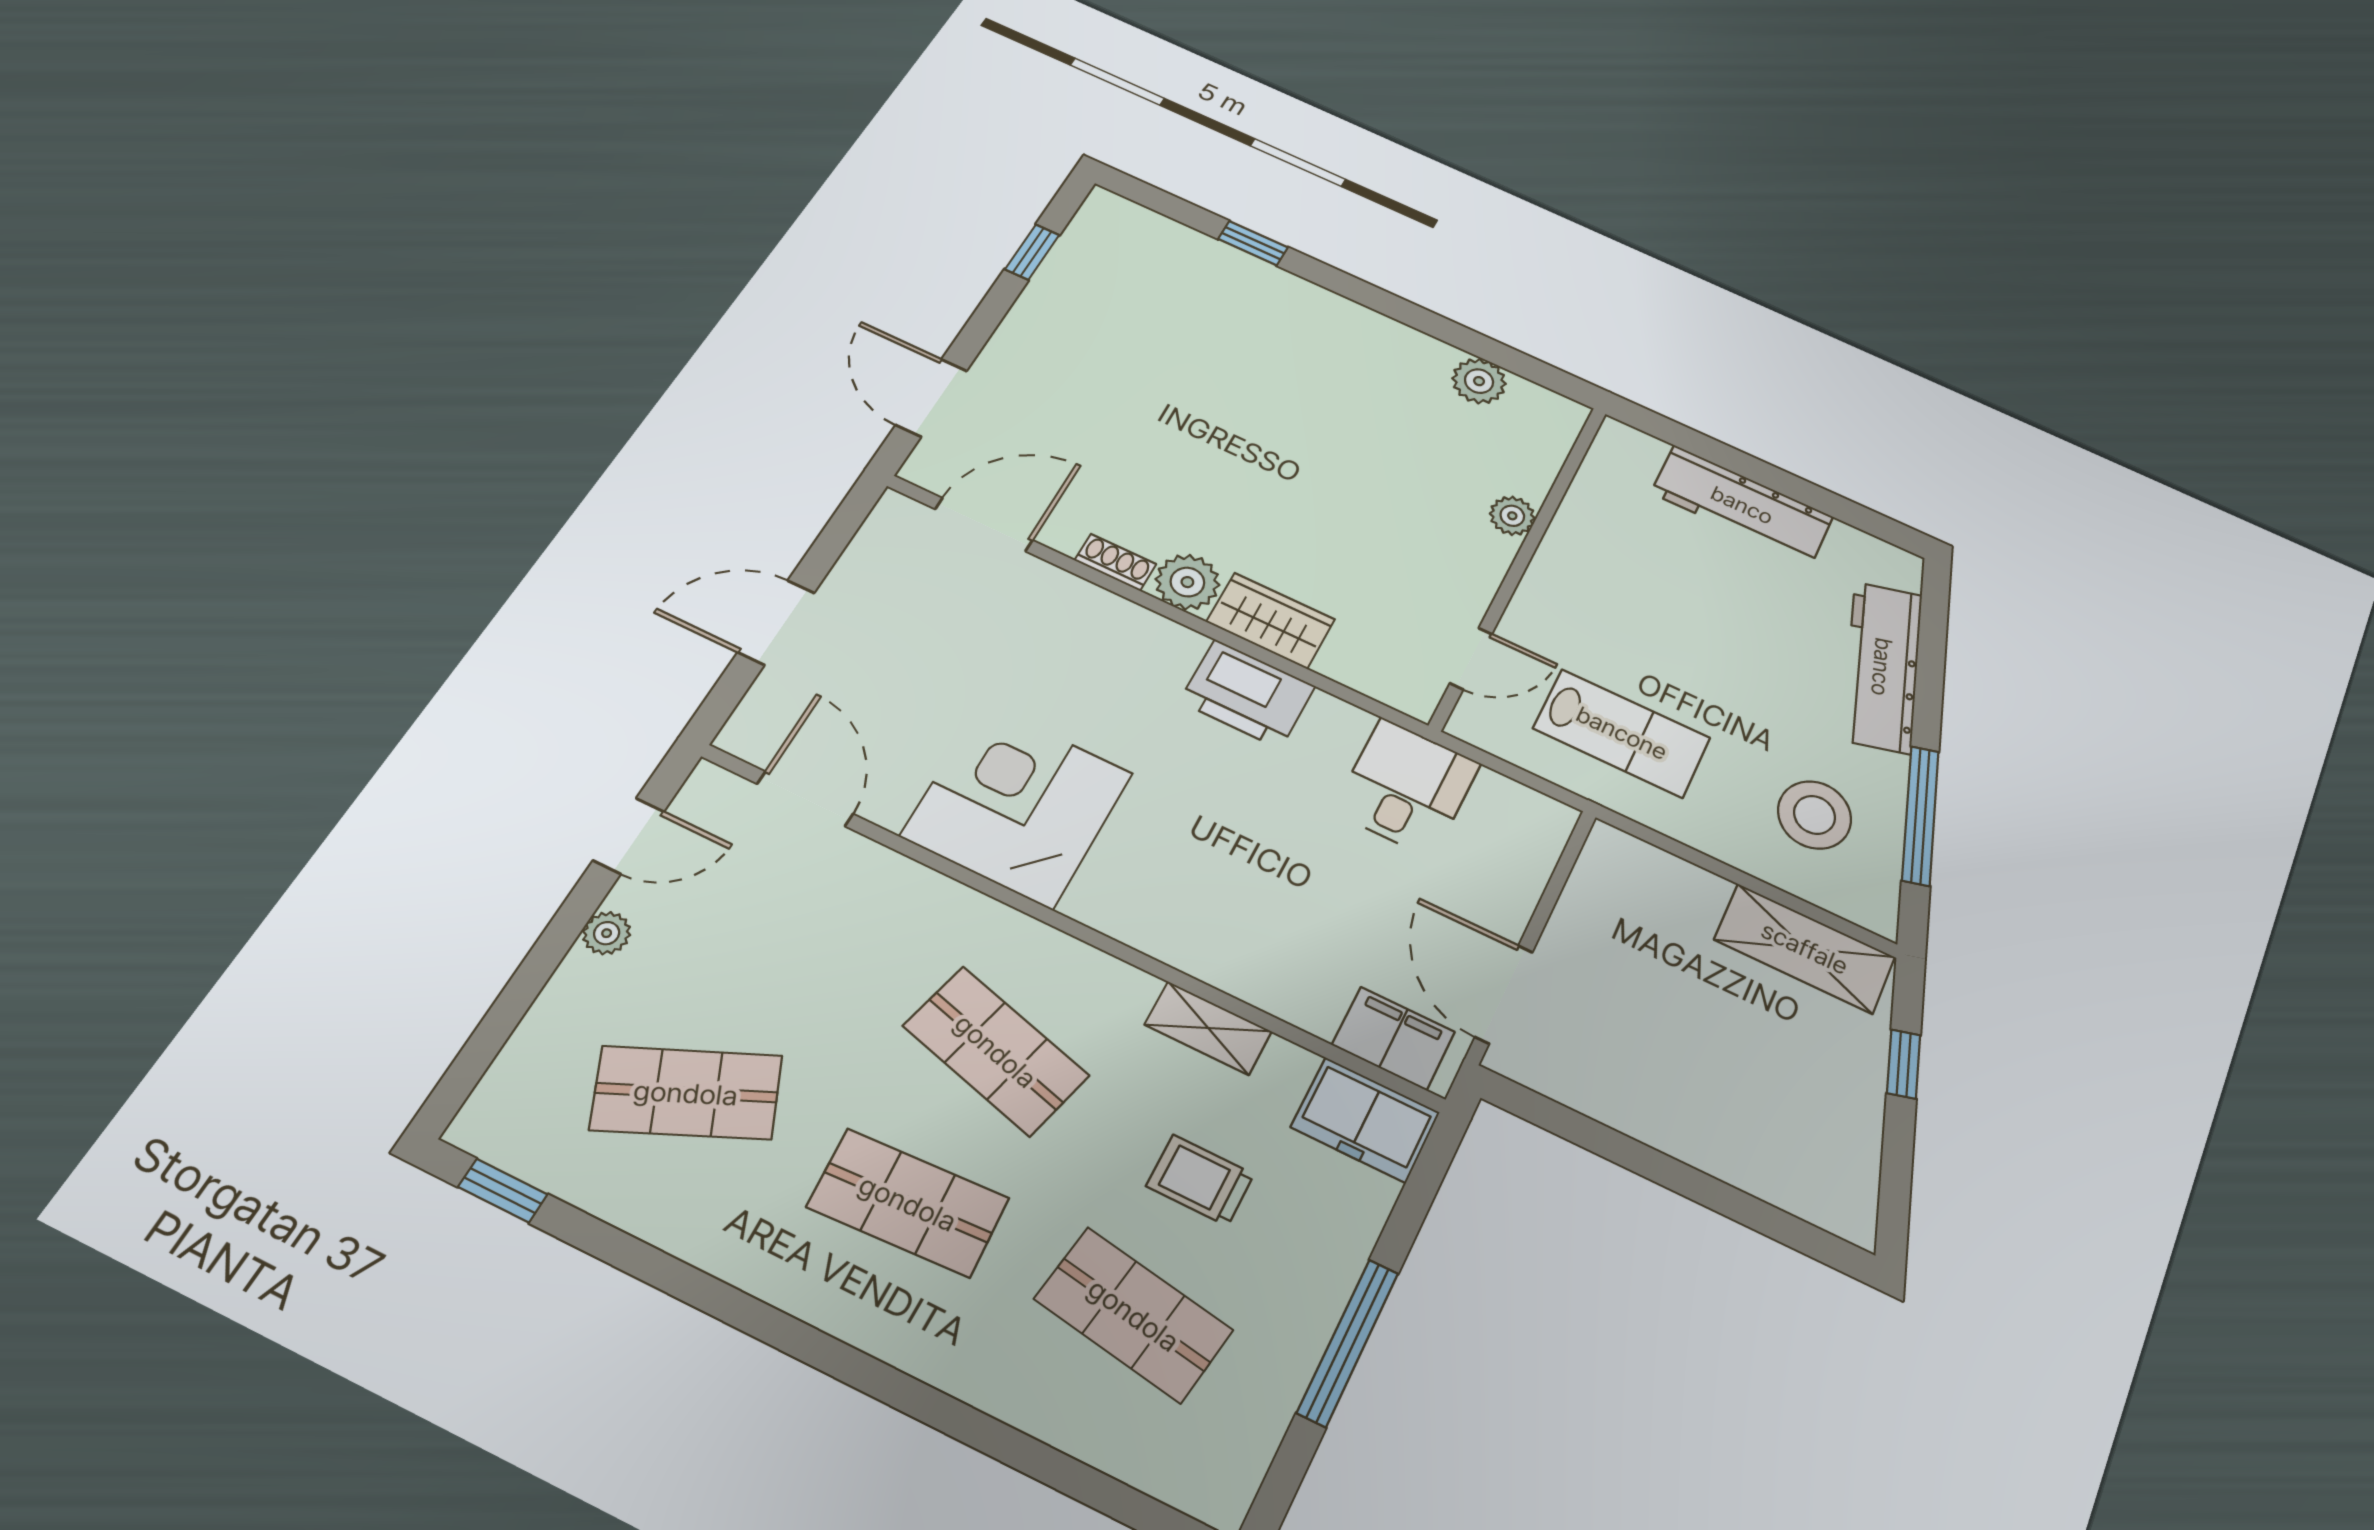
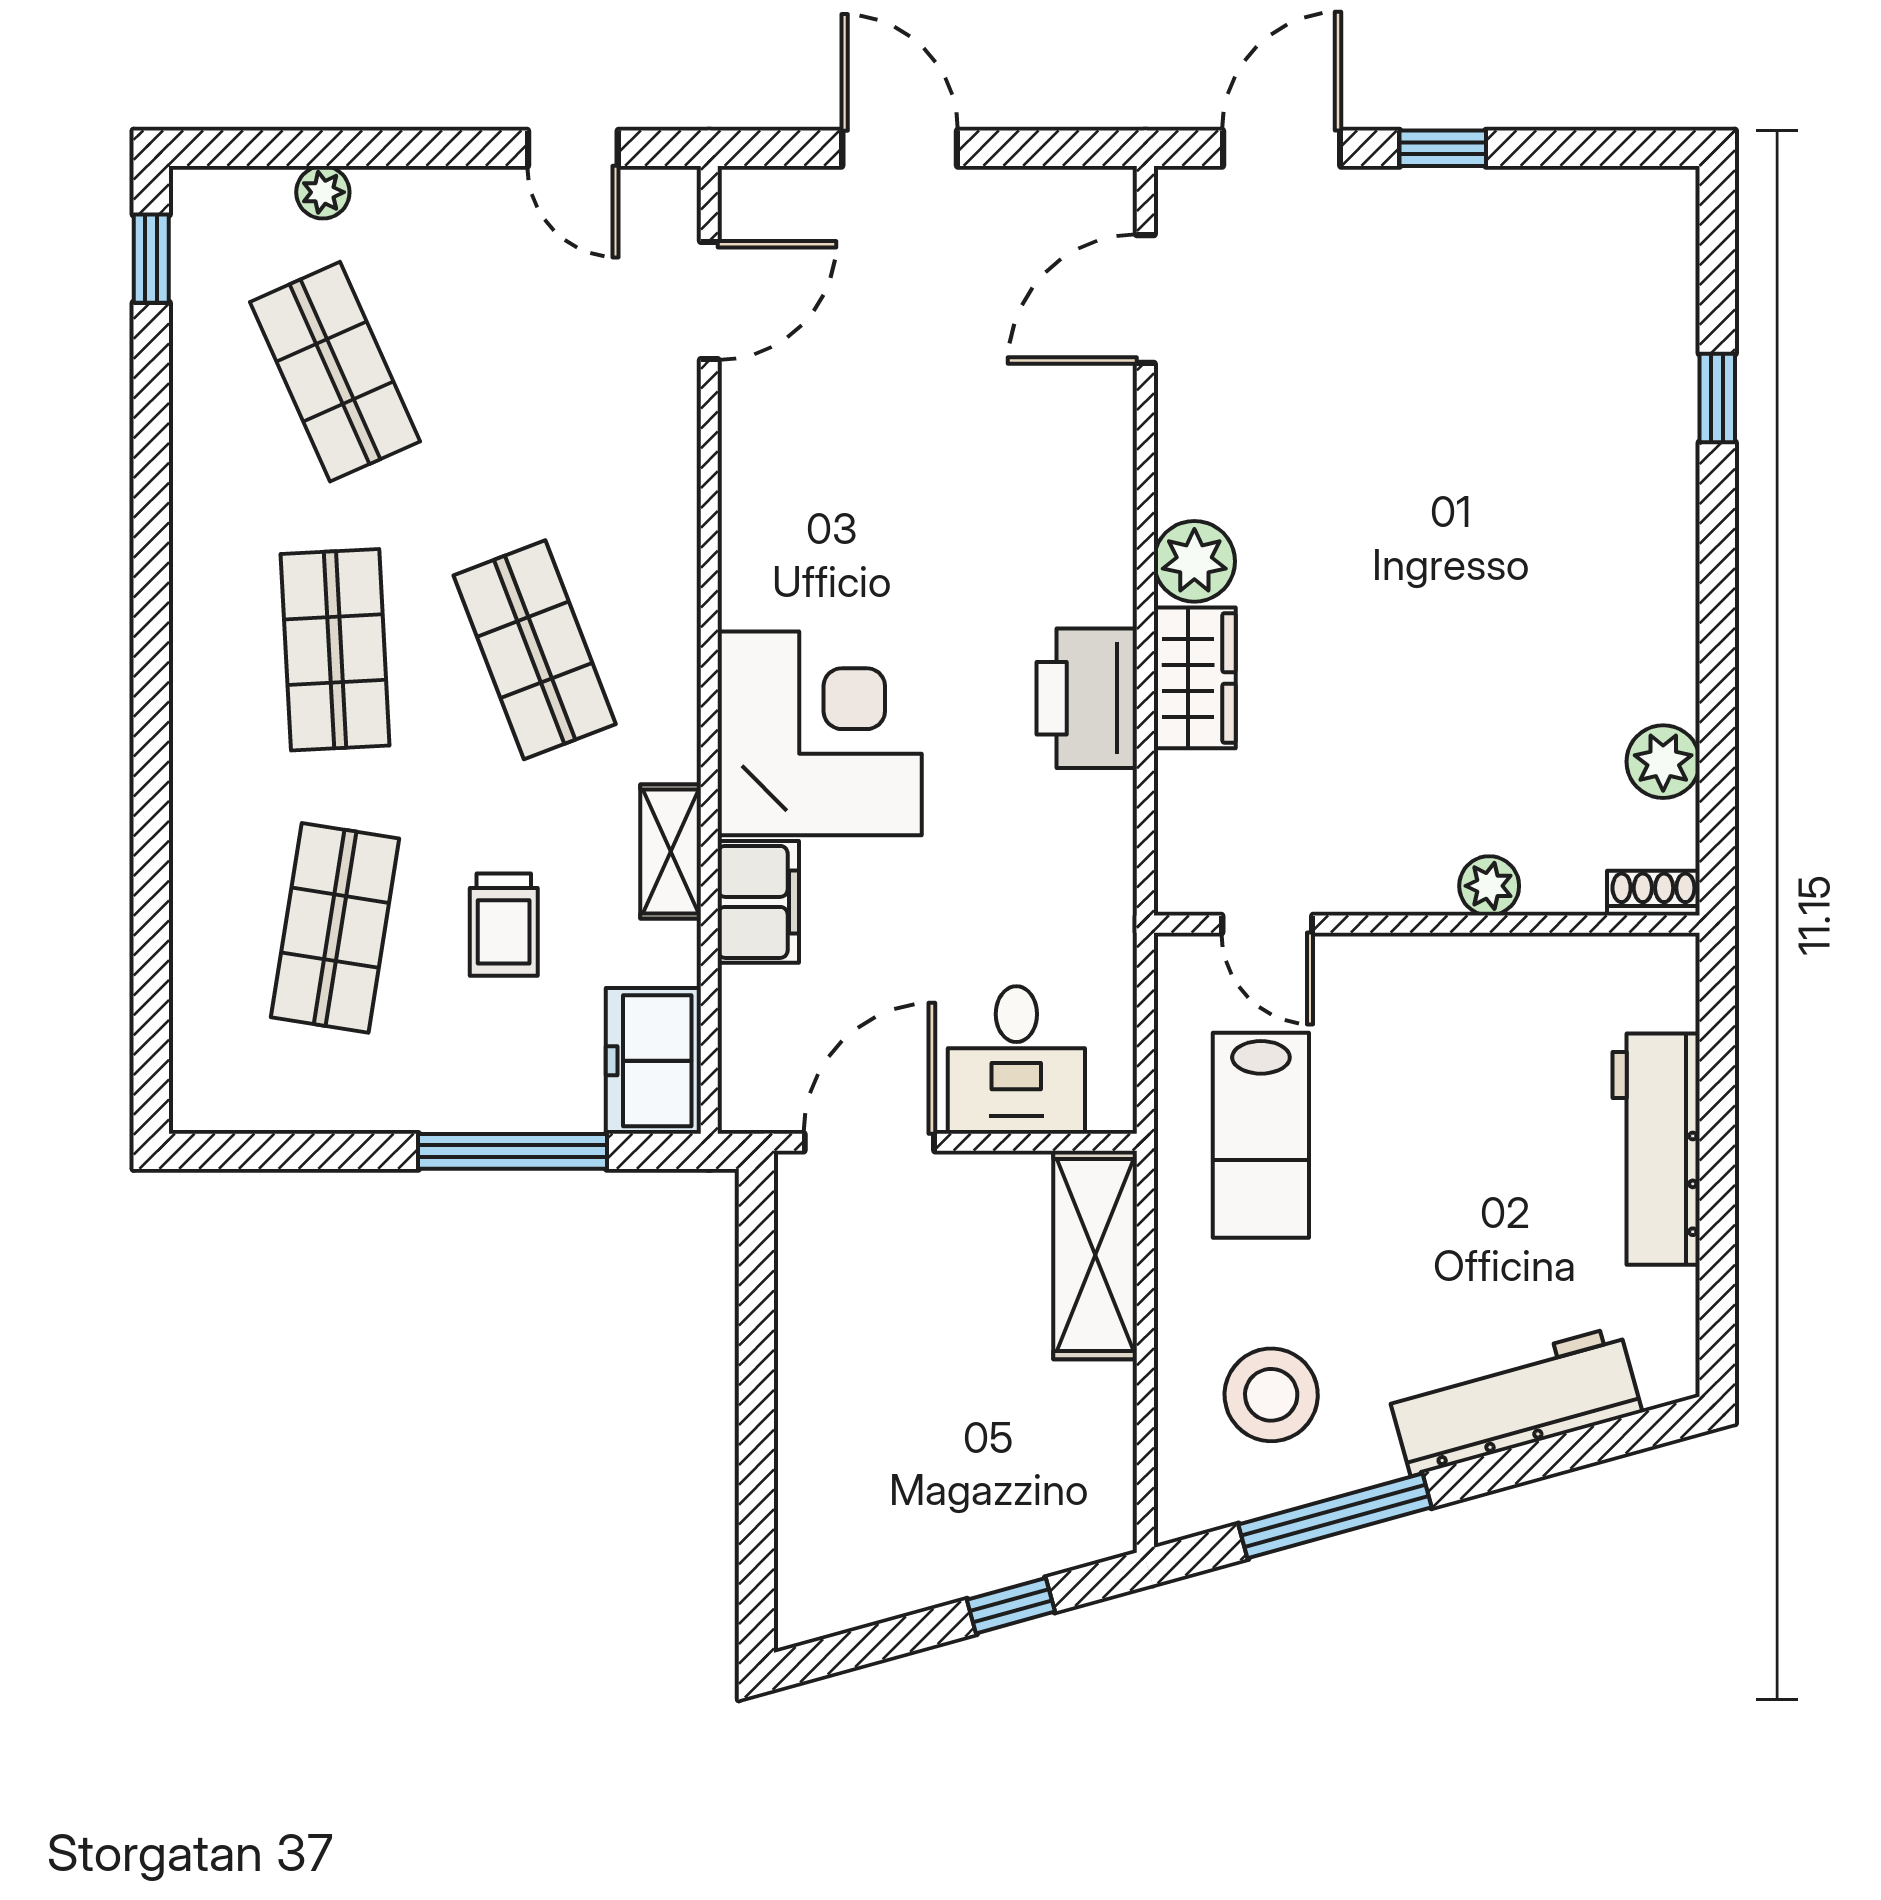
window: (1032, 252) -> (1443, 148), moved
door: (984, 525) -> (1145, 299), swing flipped
shoe rack: (1115, 562) -> (1653, 893), moved, turned -90
desk: (1407, 787) -> (1016, 1060), moved, turned 90
corner desk: (1017, 805) -> (820, 733), moved
plant: (607, 933) -> (323, 192), moved
shelving: (1805, 948) -> (1095, 1255), moved
filing cabinet: (1393, 1038) -> (758, 902), moved
shop shelf: (996, 1051) -> (535, 650), turned -36
trolley: (1200, 1180) -> (504, 925), turned 180
window: (1348, 1343) -> (513, 1151), moved

